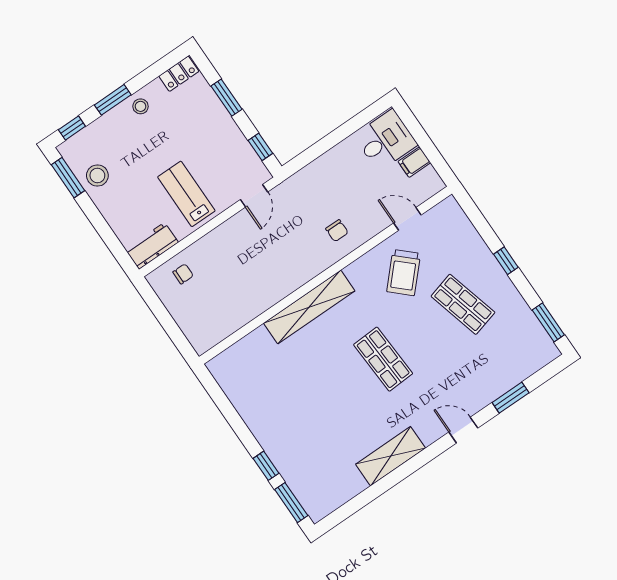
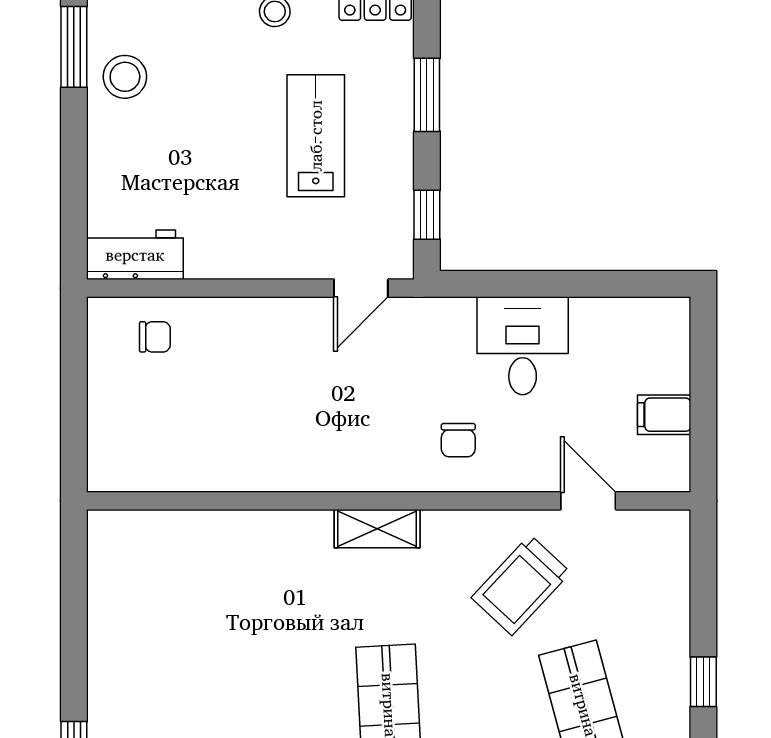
desk: (386, 140) -> (523, 346), moved, turned -90
lab bench: (186, 194) -> (316, 136), moved
shelving: (309, 307) -> (377, 529), width x0.45, depth x0.75

